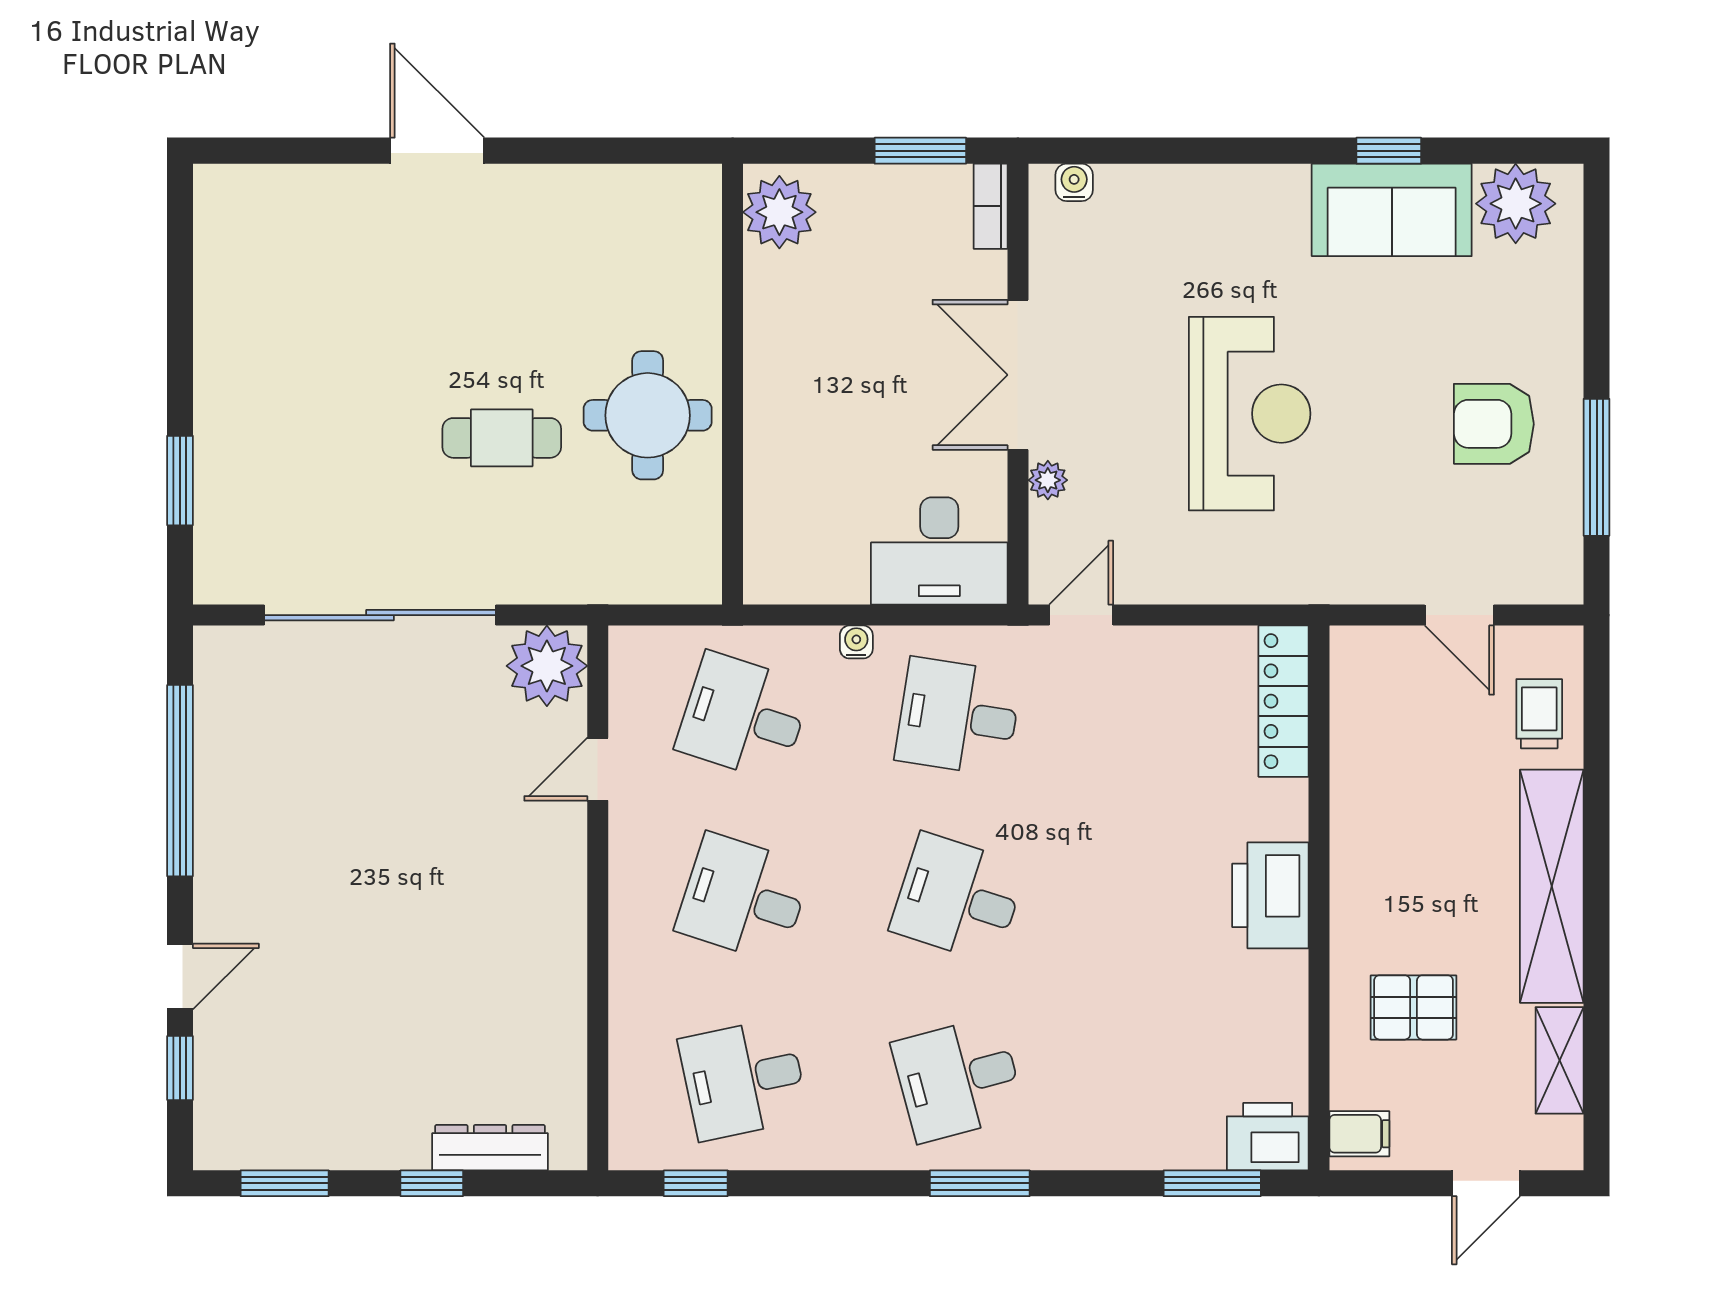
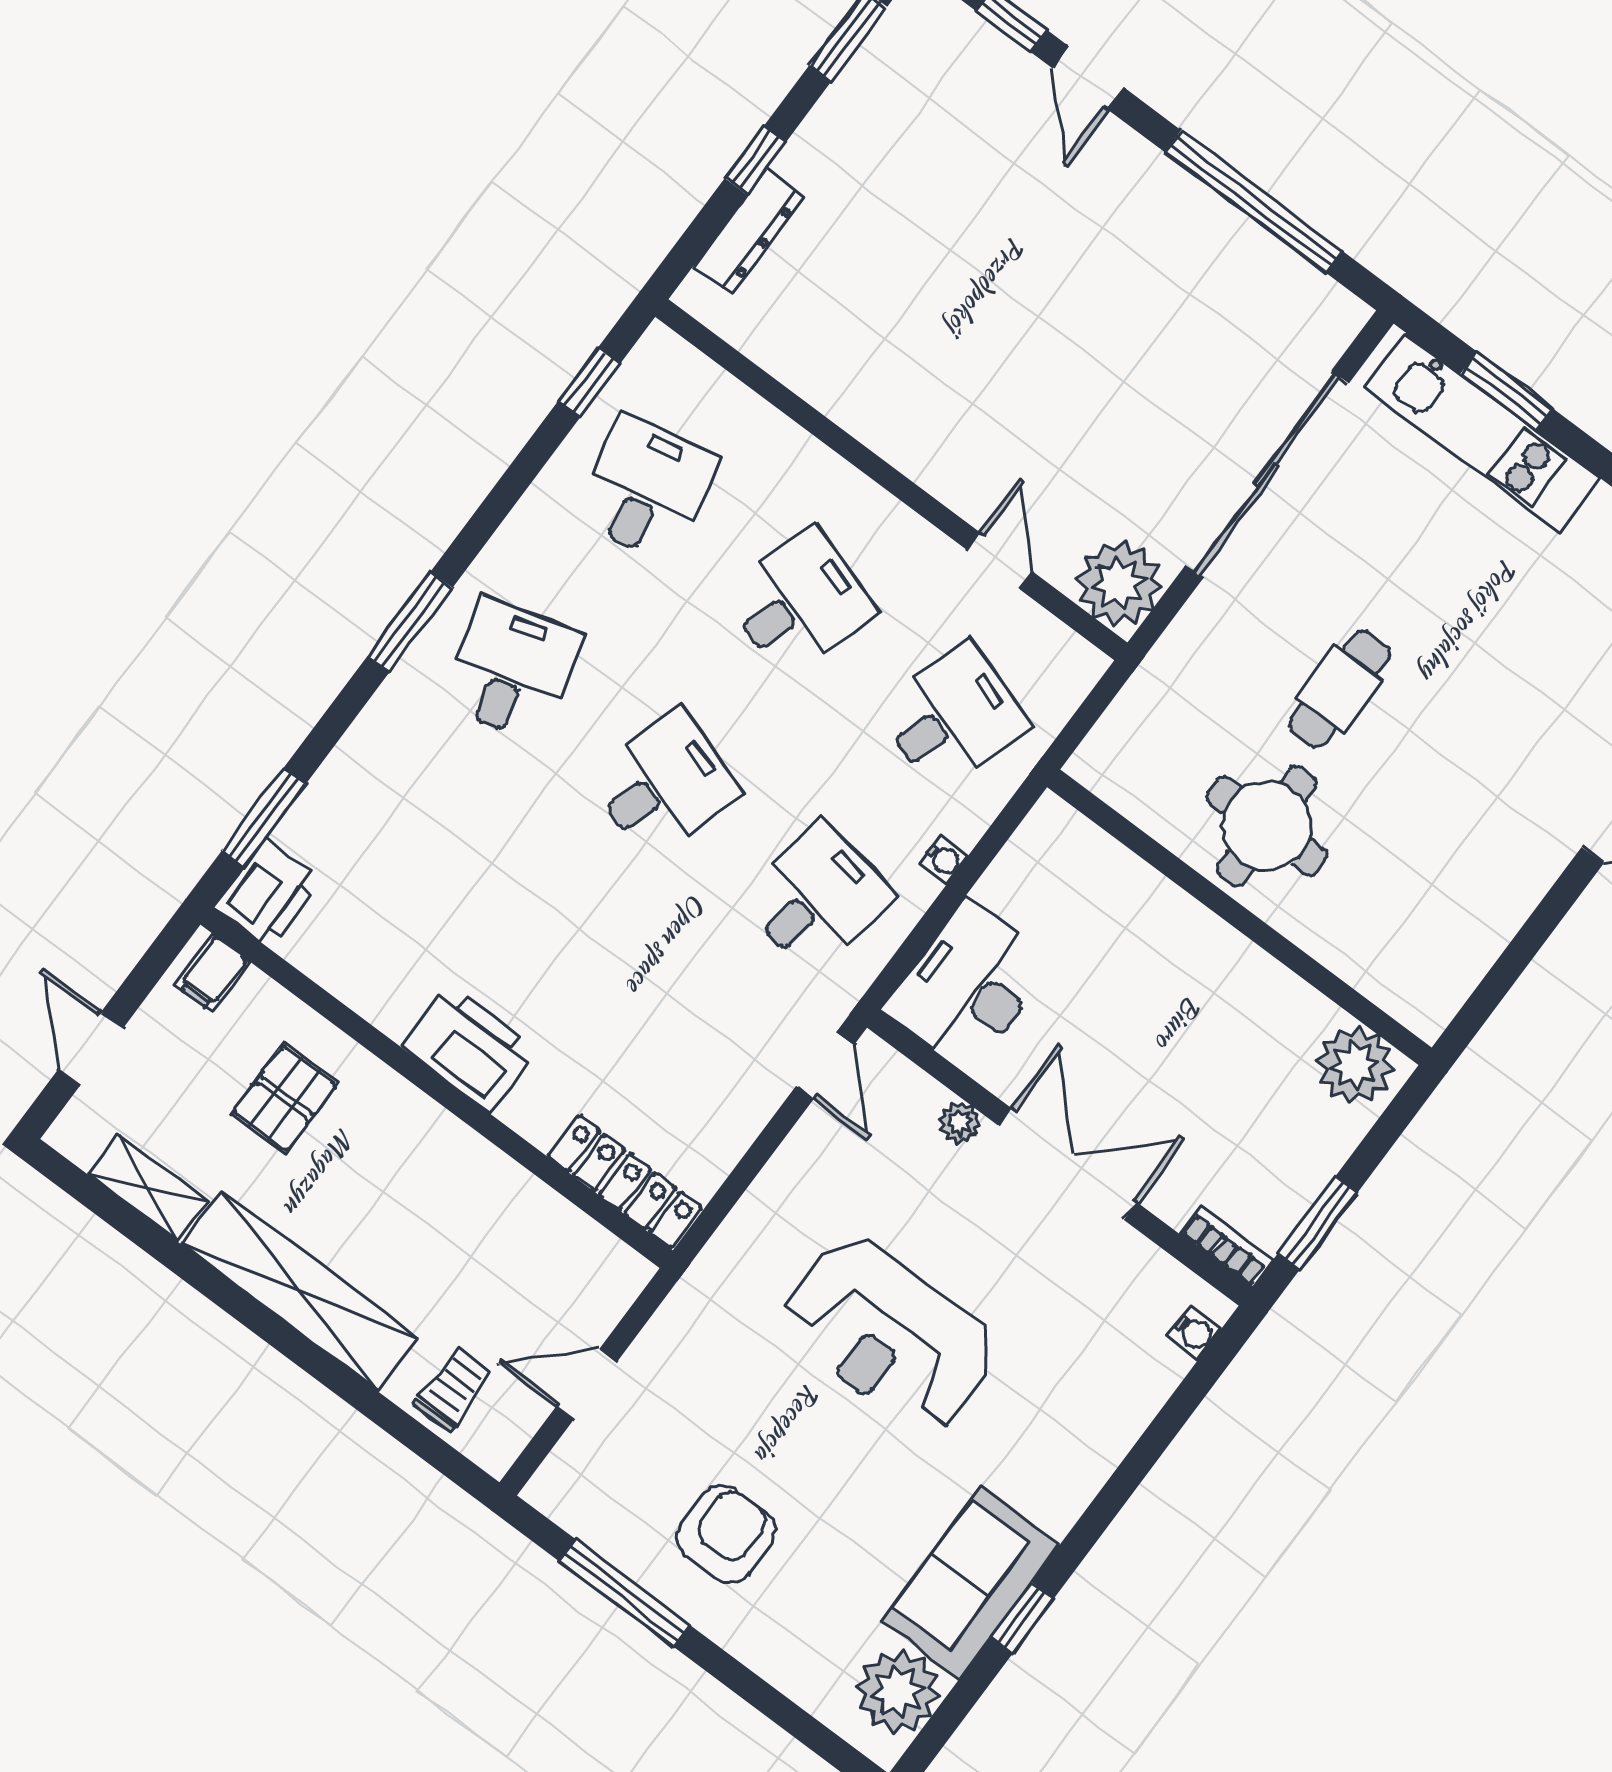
kitchen unit: (226, 475) -> (1483, 433), added
trolley: (1539, 714) -> (453, 1389), turned -90

